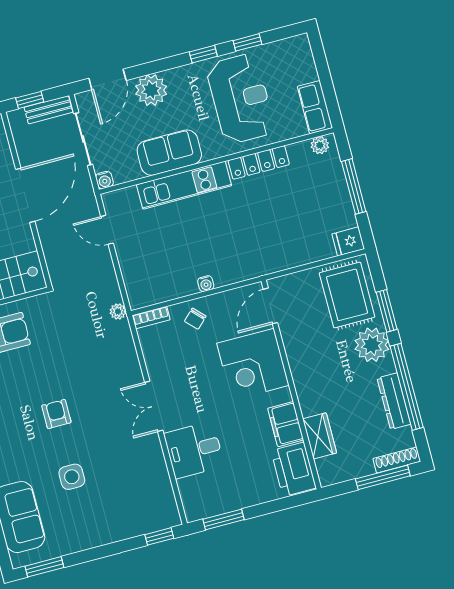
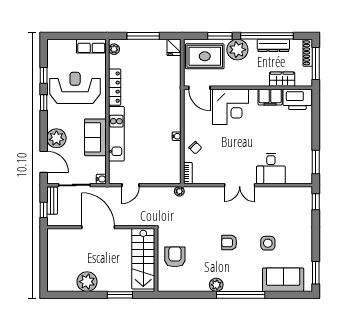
door: (270, 306) -> (199, 88), moved
corner desk: (253, 364) -> (230, 107), moved
wall: (291, 384) -> (248, 88), moved
filing cabinet: (286, 424) -> (270, 97), moved
wardrobe: (320, 436) -> (282, 79), moved
printer: (294, 469) -> (297, 99), moved

